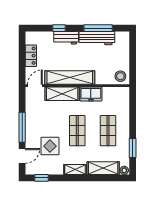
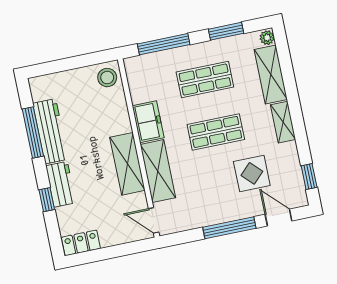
locker: (31, 56) -> (81, 243), moved
shelving: (70, 77) -> (127, 164), width x0.68
window: (133, 112) -> (164, 44), added

